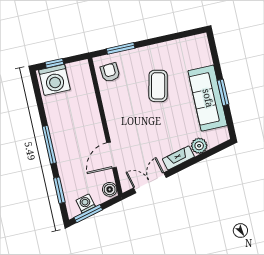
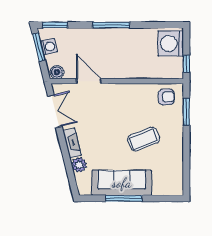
window: (54, 63) -> (186, 64), moved
coffee table: (158, 86) -> (144, 139), turned -34
window: (223, 92) -> (124, 198), width x1.44
window: (59, 190) -> (55, 25), moved

